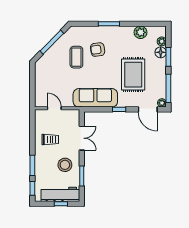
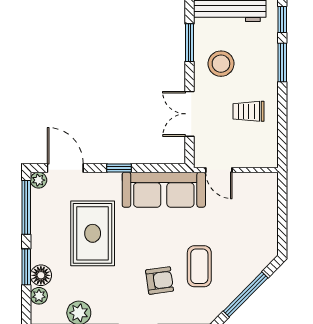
door: (54, 108) -> (219, 170), moved

